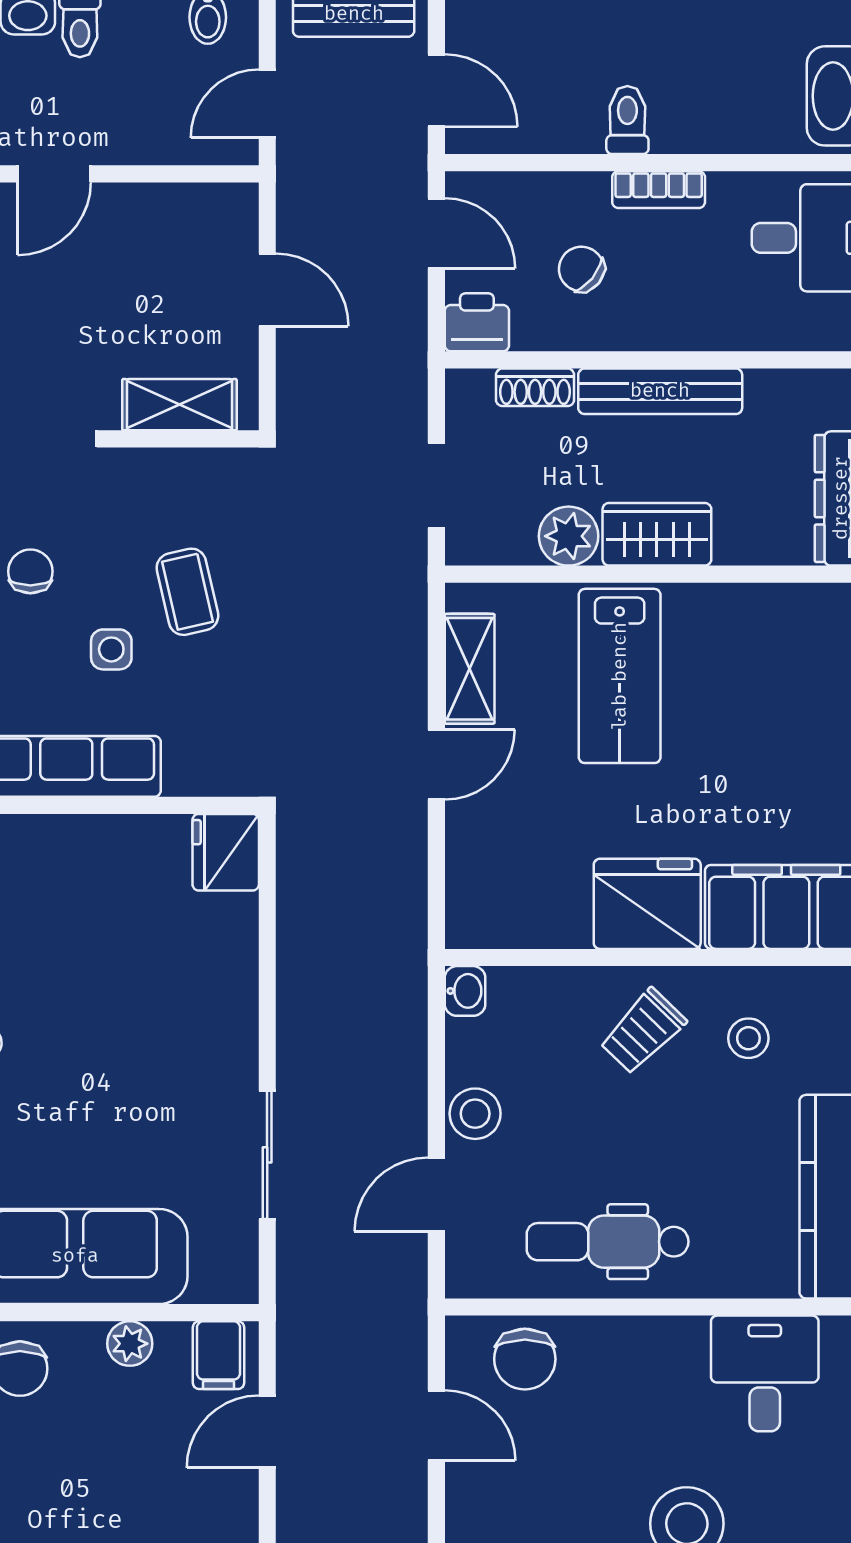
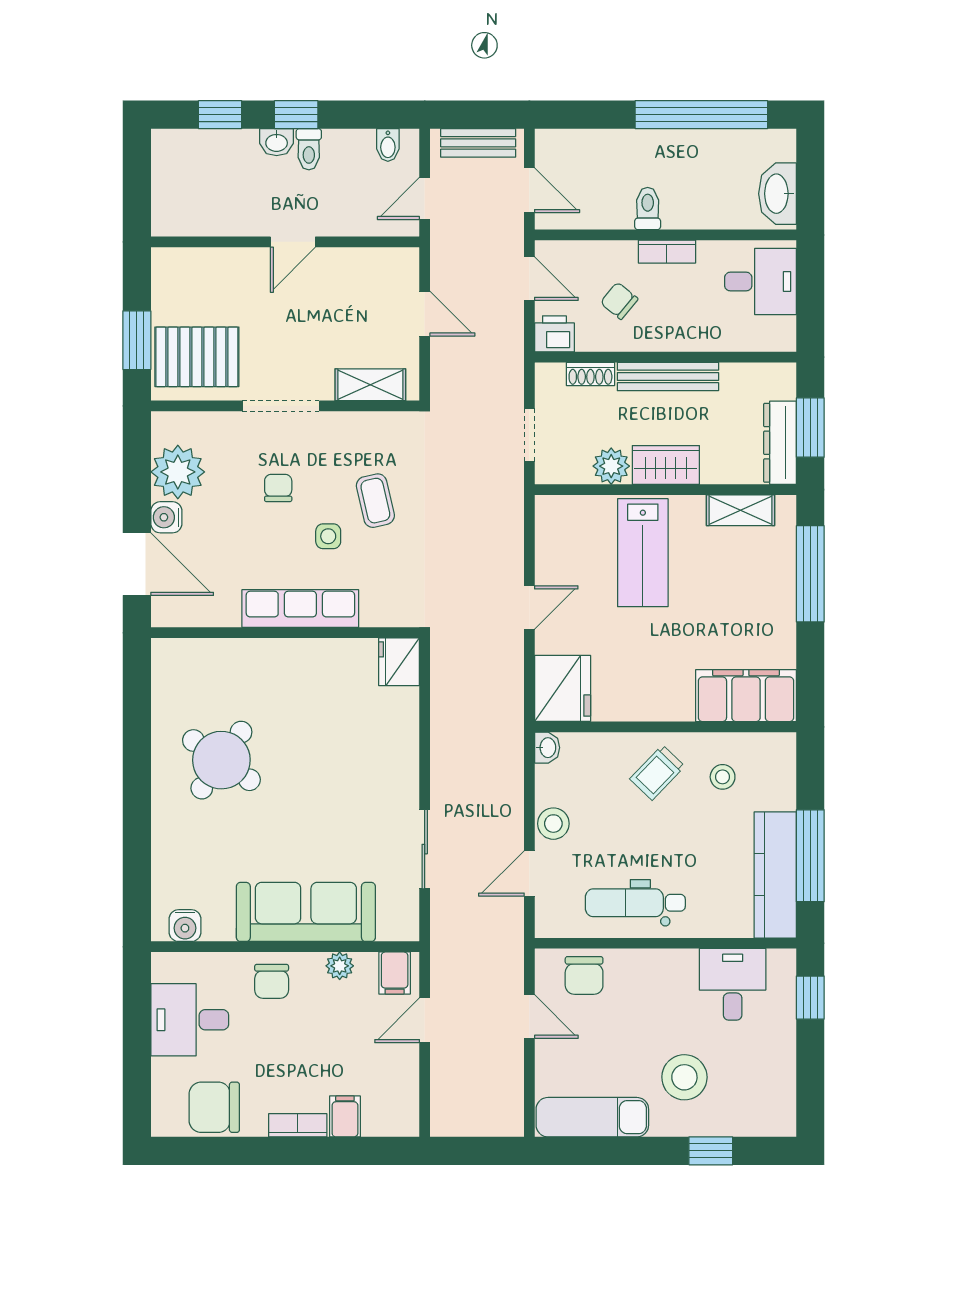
shelving: (470, 669) -> (741, 510), moved, turned 90
fridge: (647, 904) -> (563, 688), moved, turned 90

